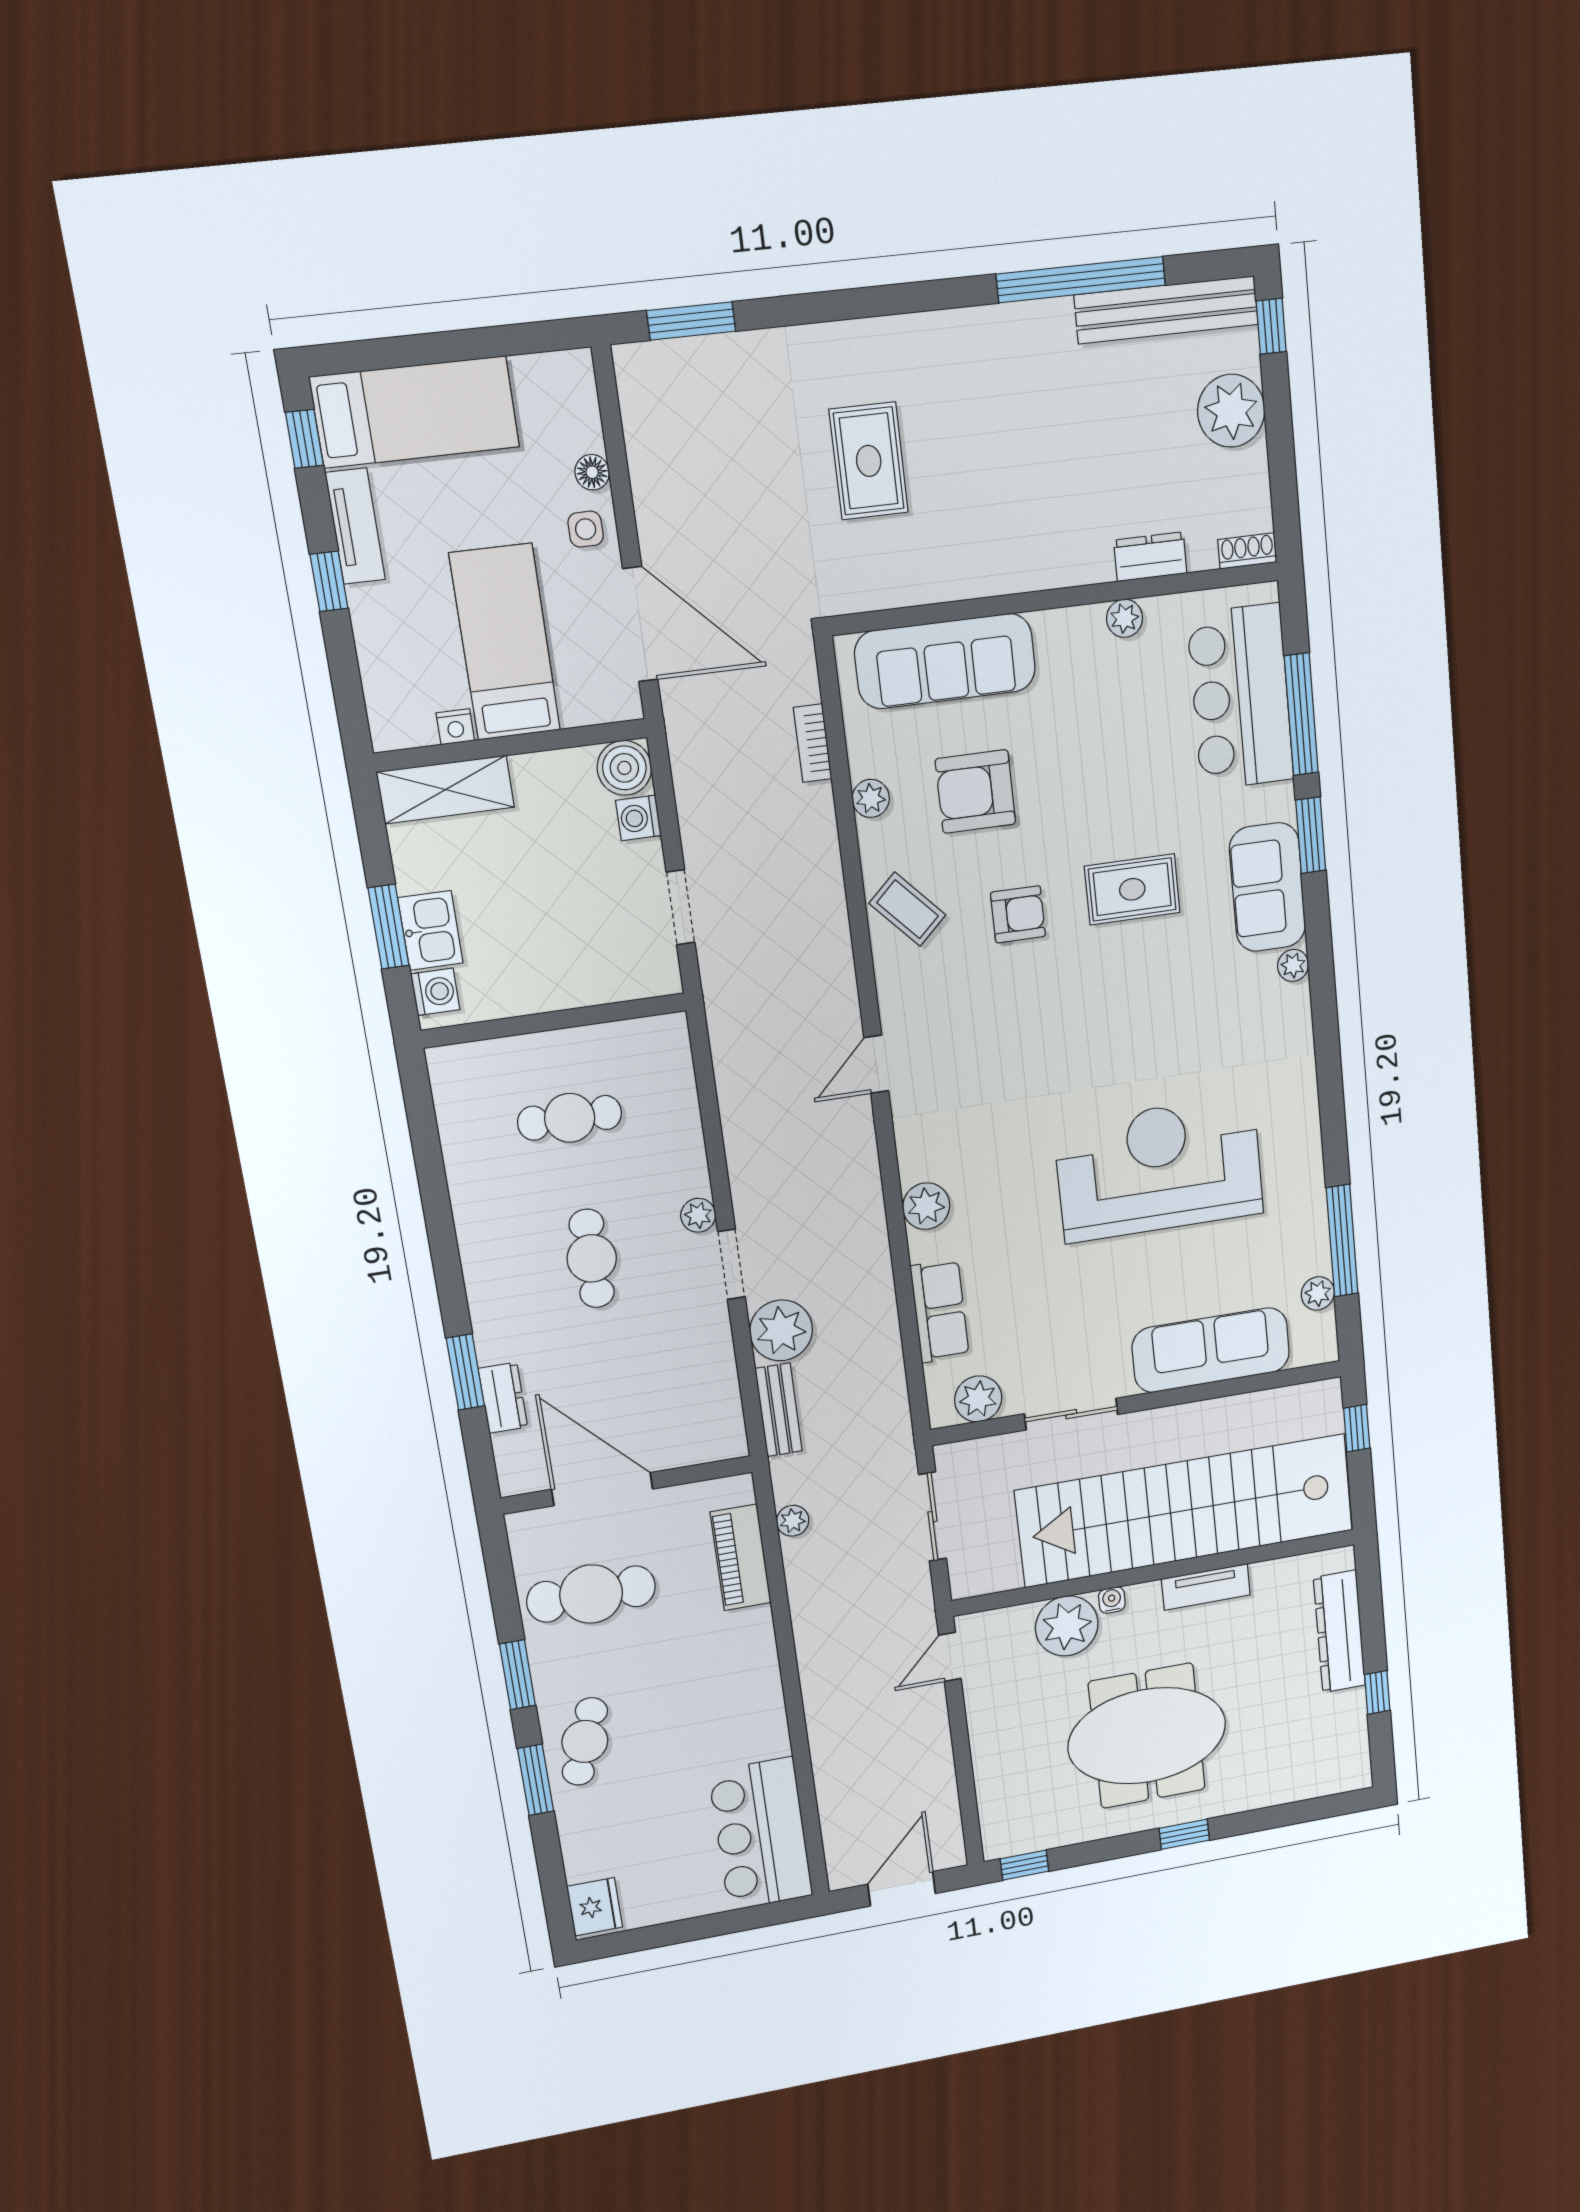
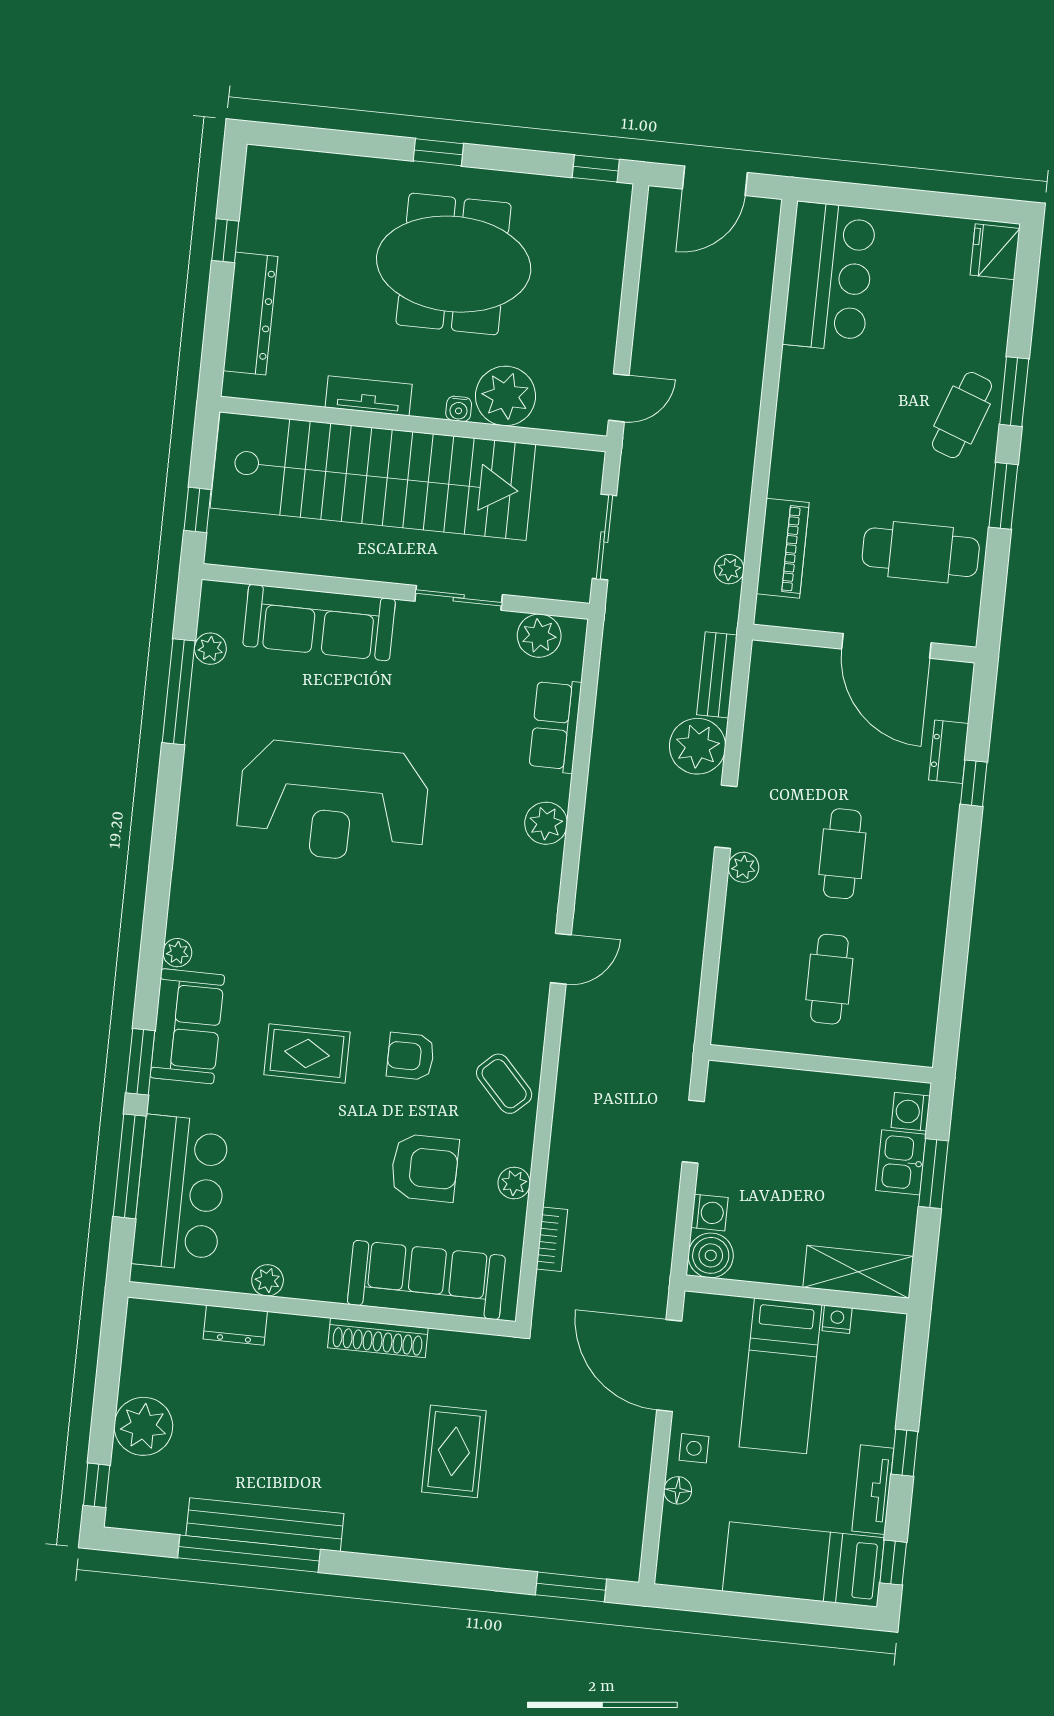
bench: (1166, 310) -> (265, 1525), moved
shoe rack: (1247, 551) -> (378, 1338), moved, width x1.94, depth x1.24
cafe table: (570, 1118) -> (829, 979), turned 90
window: (465, 1372) -> (974, 783), width x0.67

